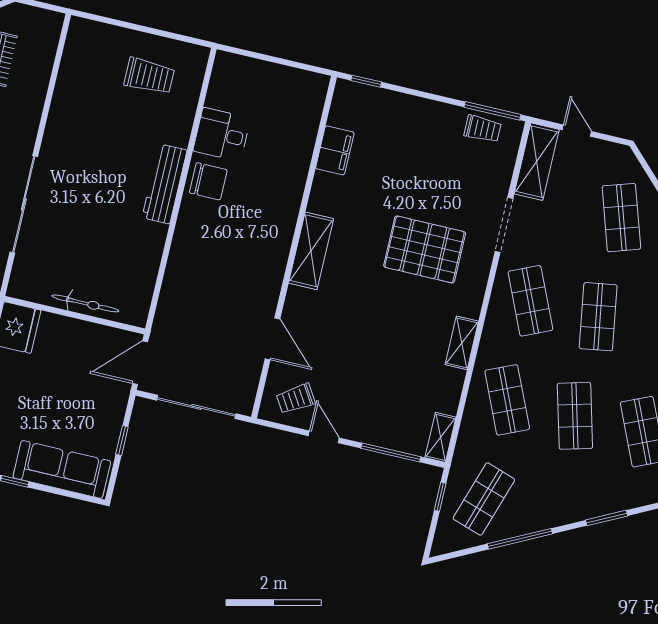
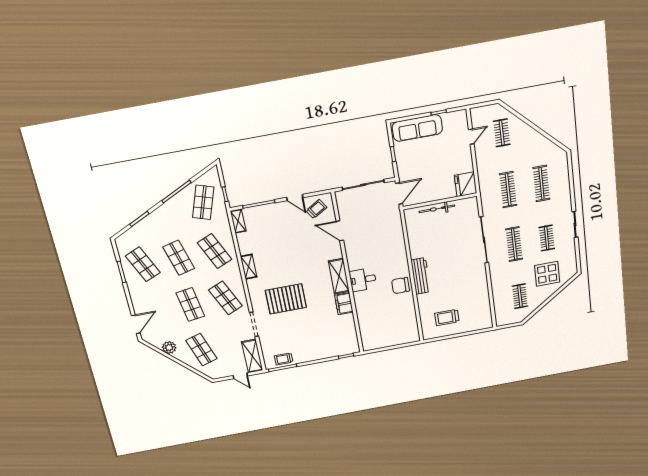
desk: (222, 135) -> (363, 280), moved, turned 180
filing cabinet: (335, 150) -> (344, 304), moved

